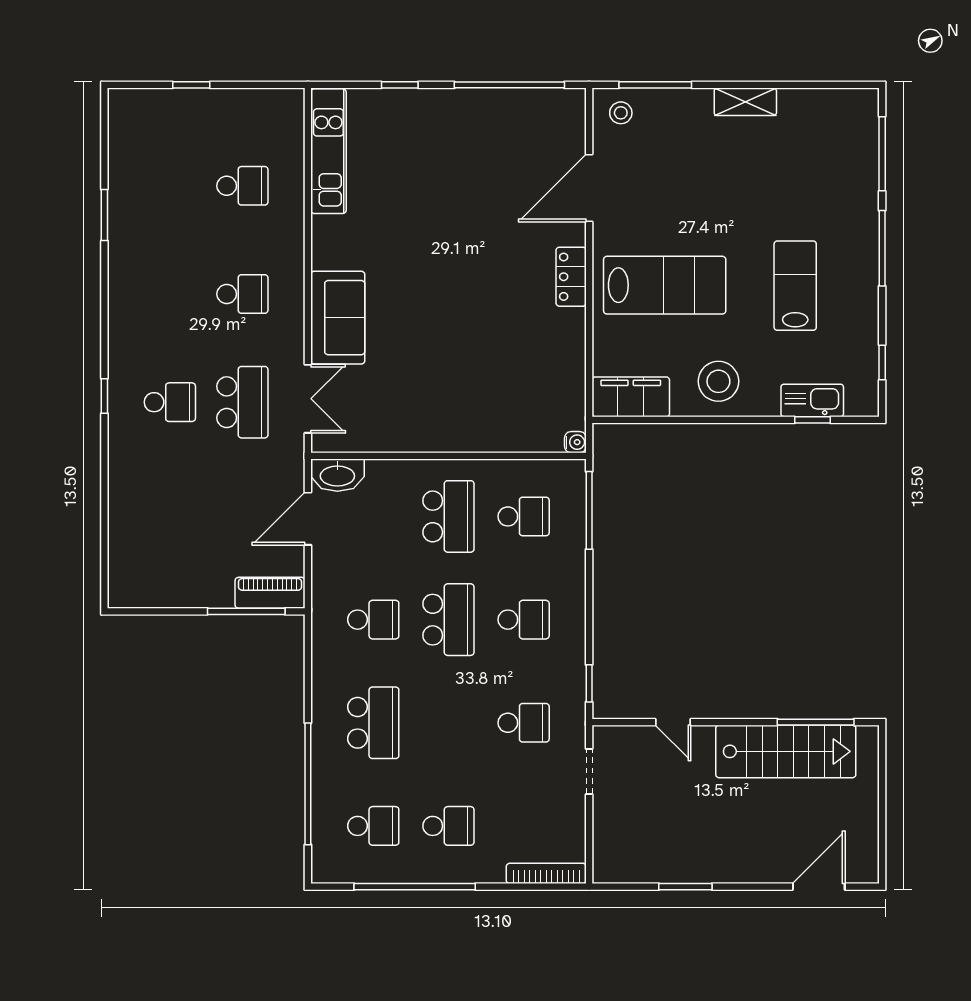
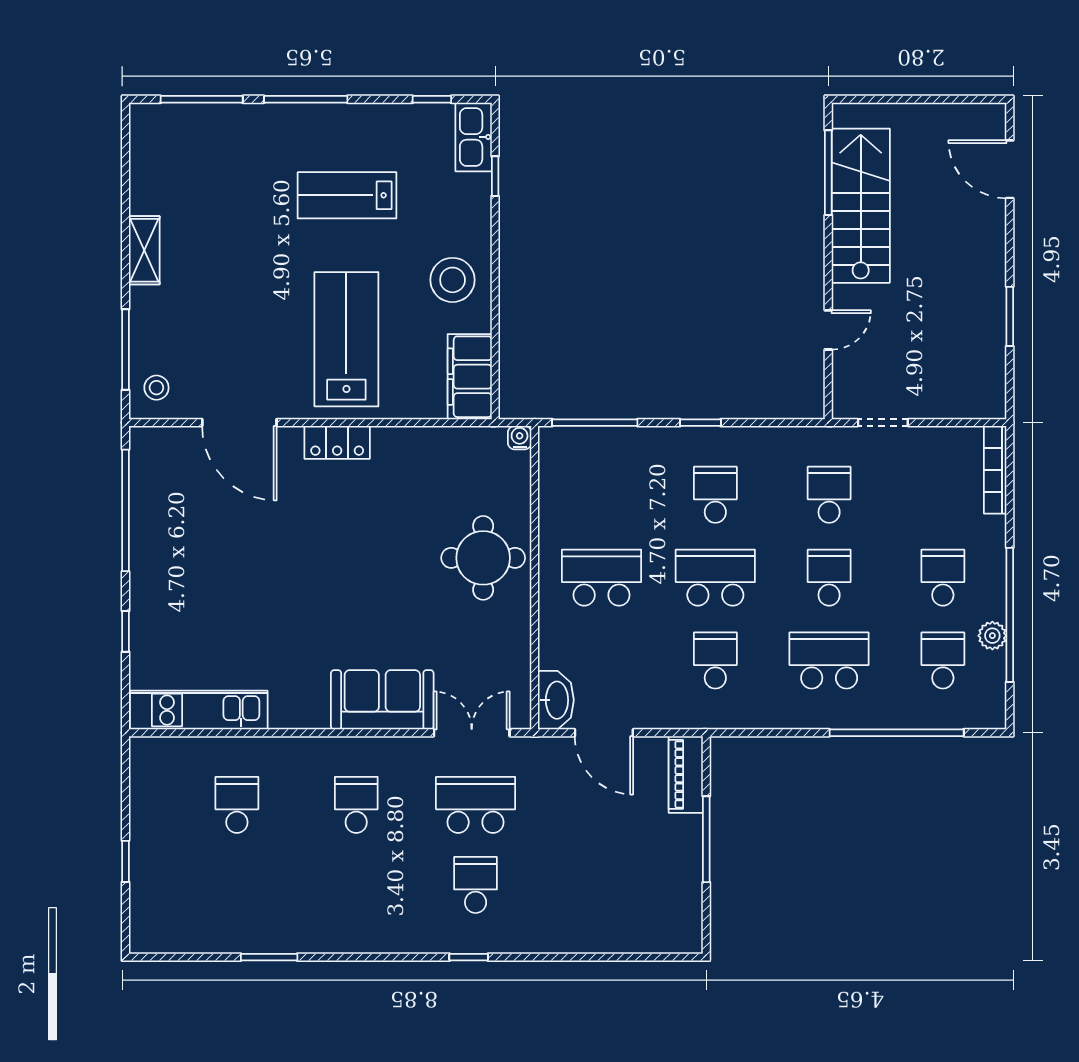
kitchen sink: (812, 400) -> (474, 137), moved
round table: (466, 409) -> (483, 558), added
school desk: (524, 516) -> (829, 578), moved
window: (246, 611) -> (706, 839), moved
window: (589, 683) -> (700, 423), moved
plant: (396, 871) -> (992, 636), added

